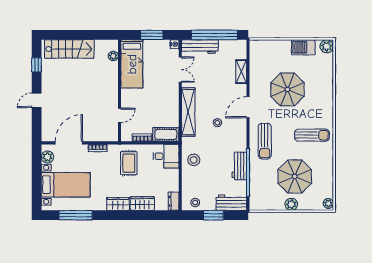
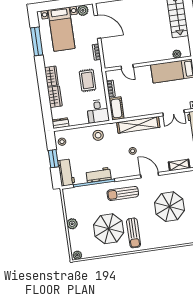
rug: (129, 163) -> (88, 80), turned 90
parasol: (295, 176) -> (109, 229), moved

